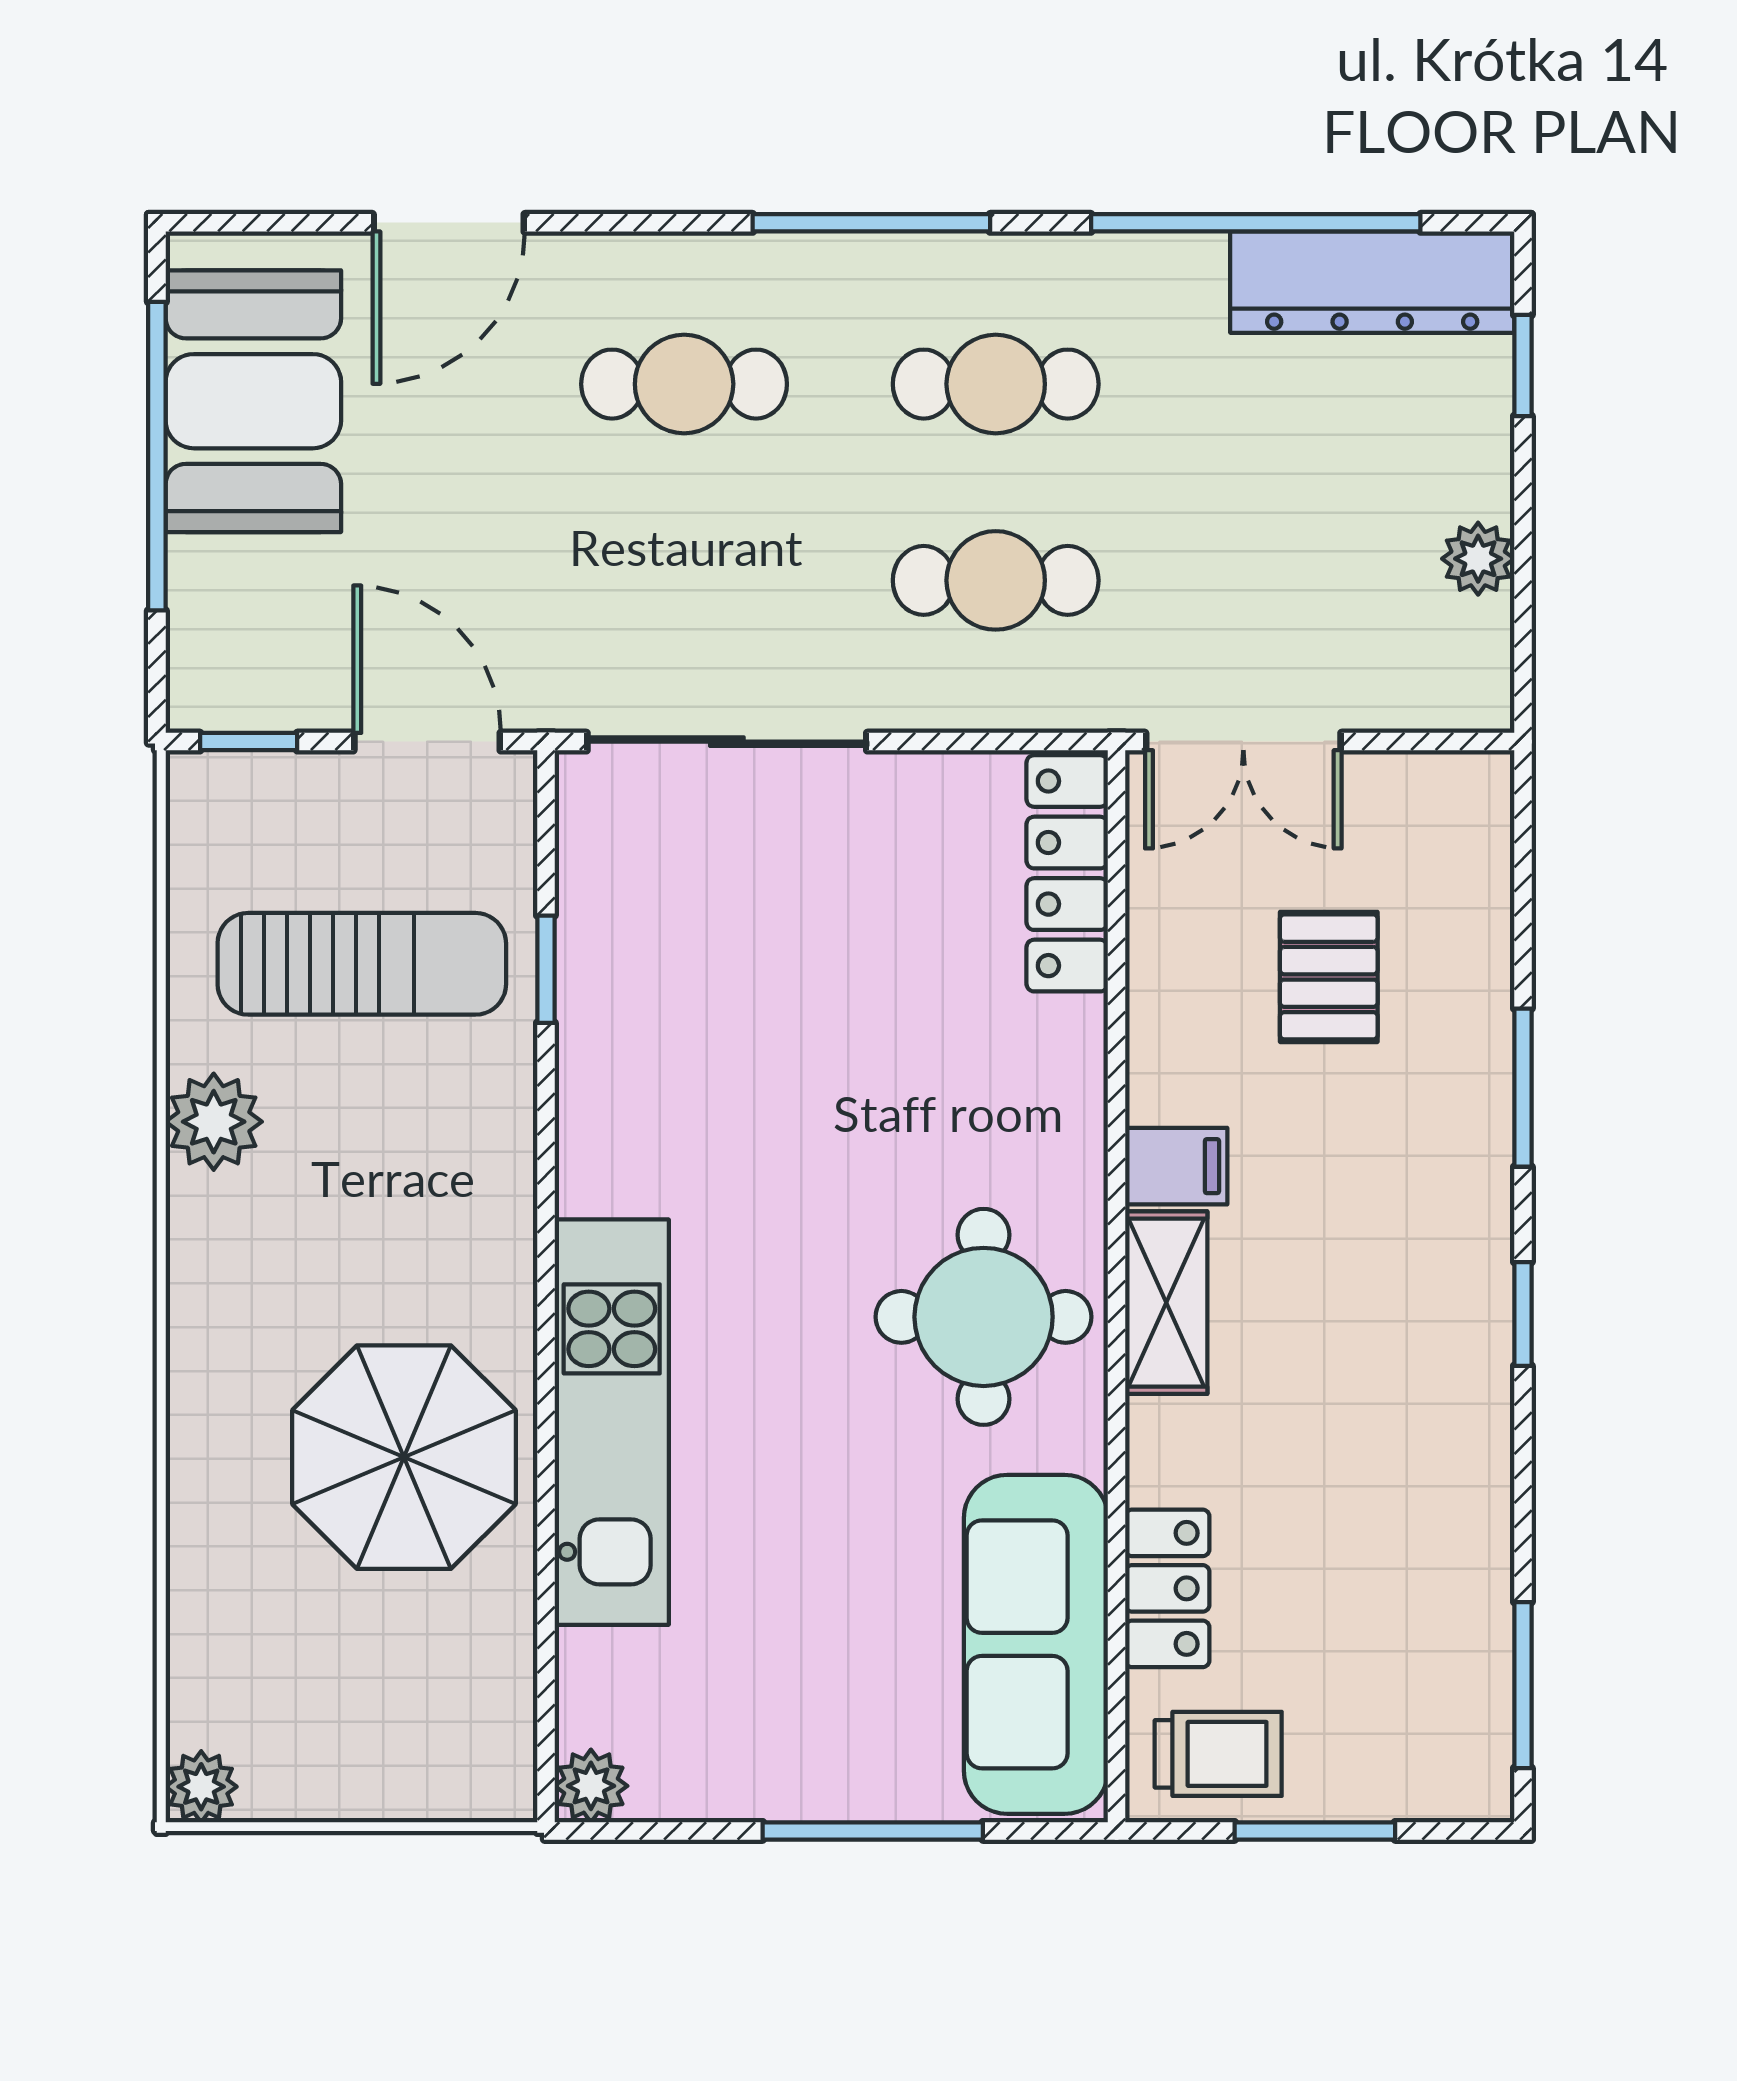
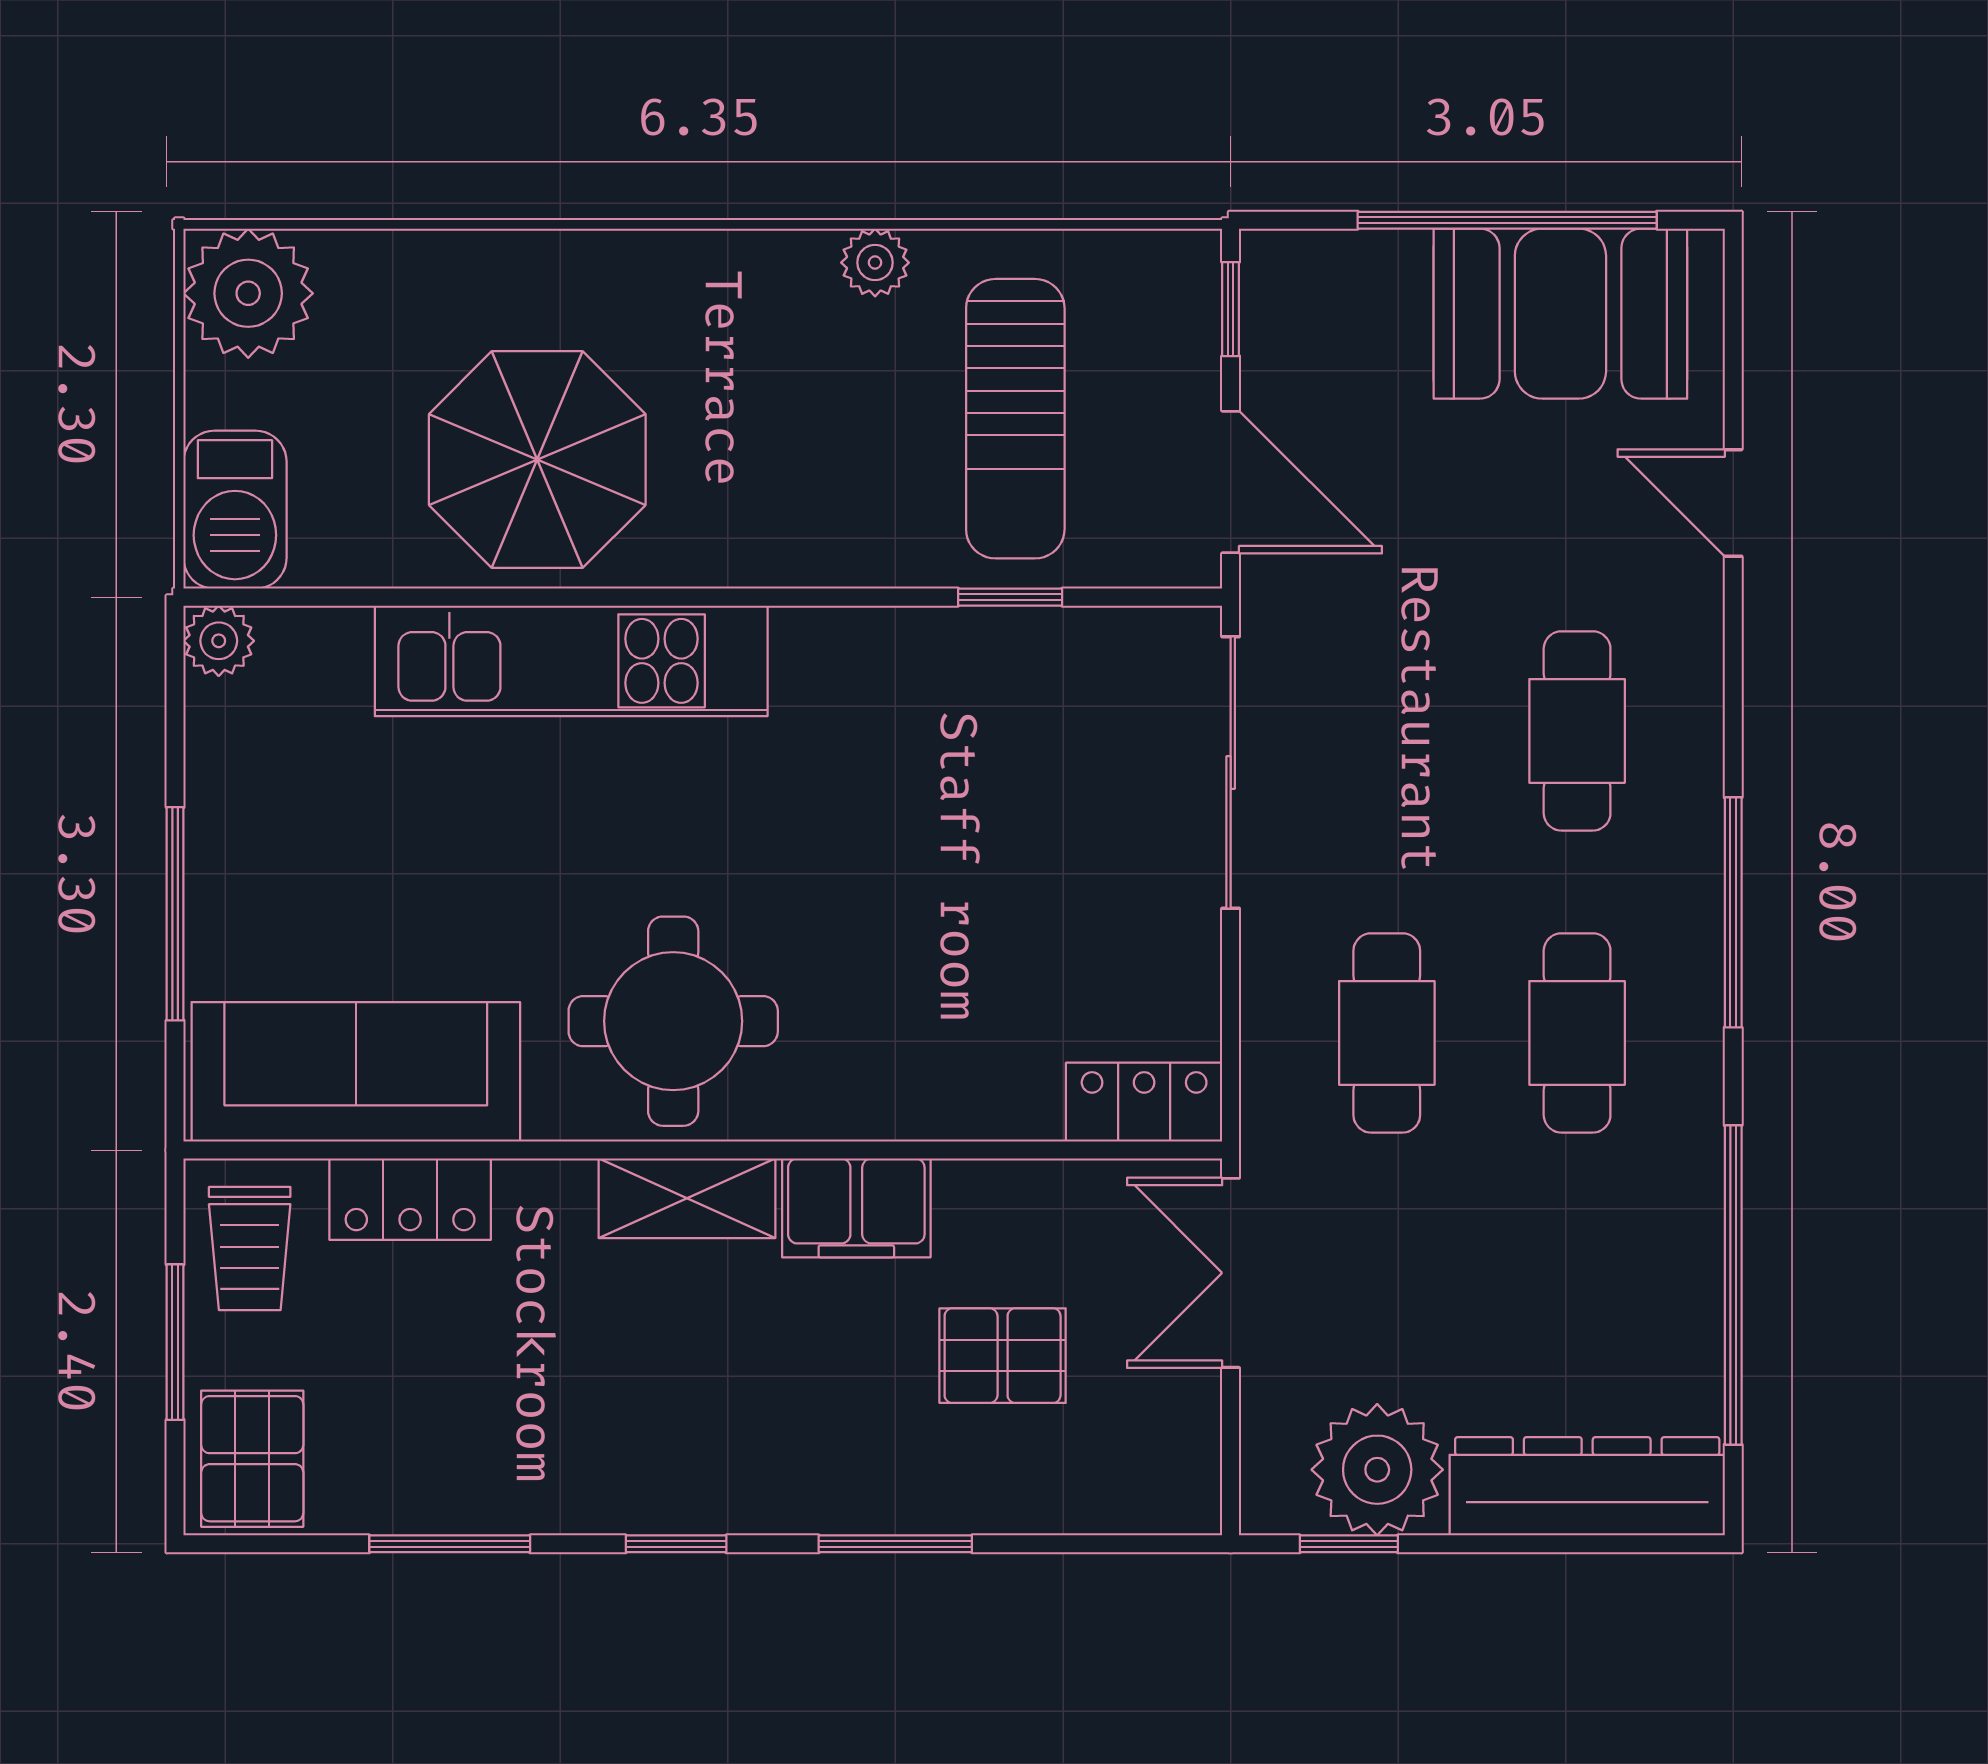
door: (449, 223) -> (1733, 503), width x0.73
dresser: (1372, 282) -> (1587, 1486), moved, turned 90
window: (1523, 366) -> (1349, 1544), moved
plant: (1478, 559) -> (1377, 1470), width x1.87, depth x1.87
door: (427, 742) -> (1231, 482), hinge flipped
locker: (1067, 873) -> (1144, 1102), width x0.66
plant: (214, 1122) -> (875, 263), width x0.73, depth x0.73
filing cabinet: (1176, 1166) -> (856, 1208), width x2.00
window: (1523, 1685) -> (450, 1544), moved
pallet: (1435, 1751) -> (252, 1459), added
barbecue: (456, 1769) -> (235, 510), added
plant: (201, 1787) -> (248, 293), width x1.88, depth x1.88

